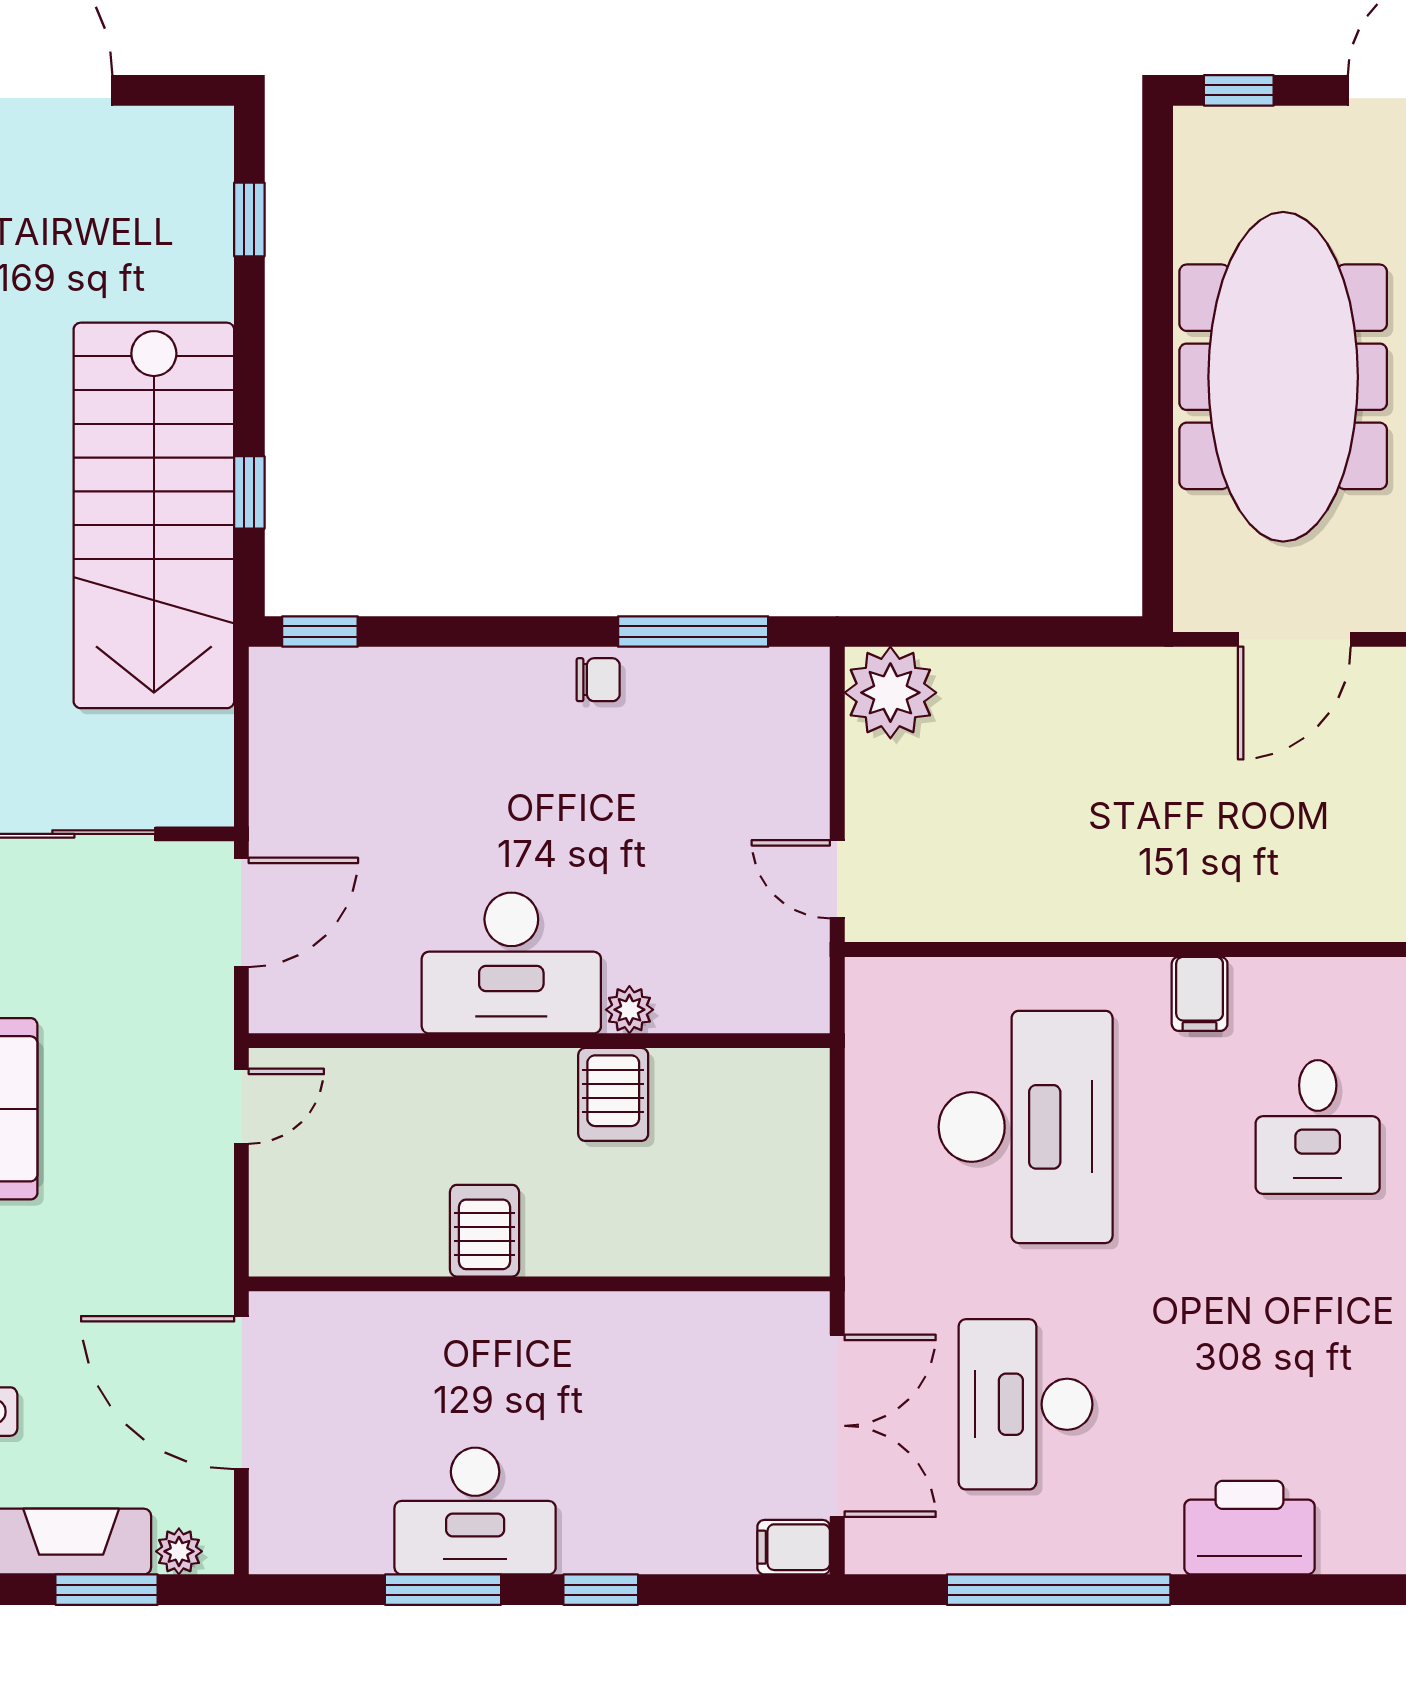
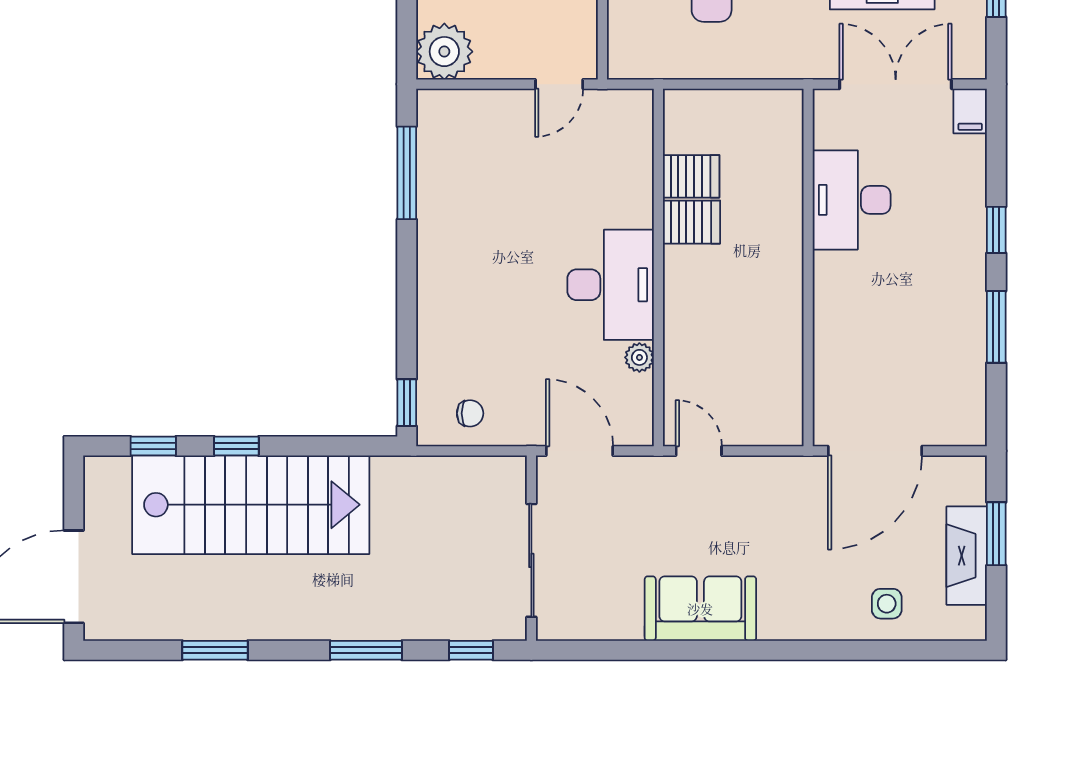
window: (249, 492) -> (236, 446), moved
stairs: (154, 515) -> (251, 505), moved
chair: (598, 680) -> (470, 413), moved, turned 90
plant: (629, 1010) -> (639, 357), moved
server rack: (484, 1231) -> (691, 176), moved, turned 180
desk: (475, 1511) -> (852, 200), moved, turned 180
plant: (179, 1551) -> (973, 489), removed

